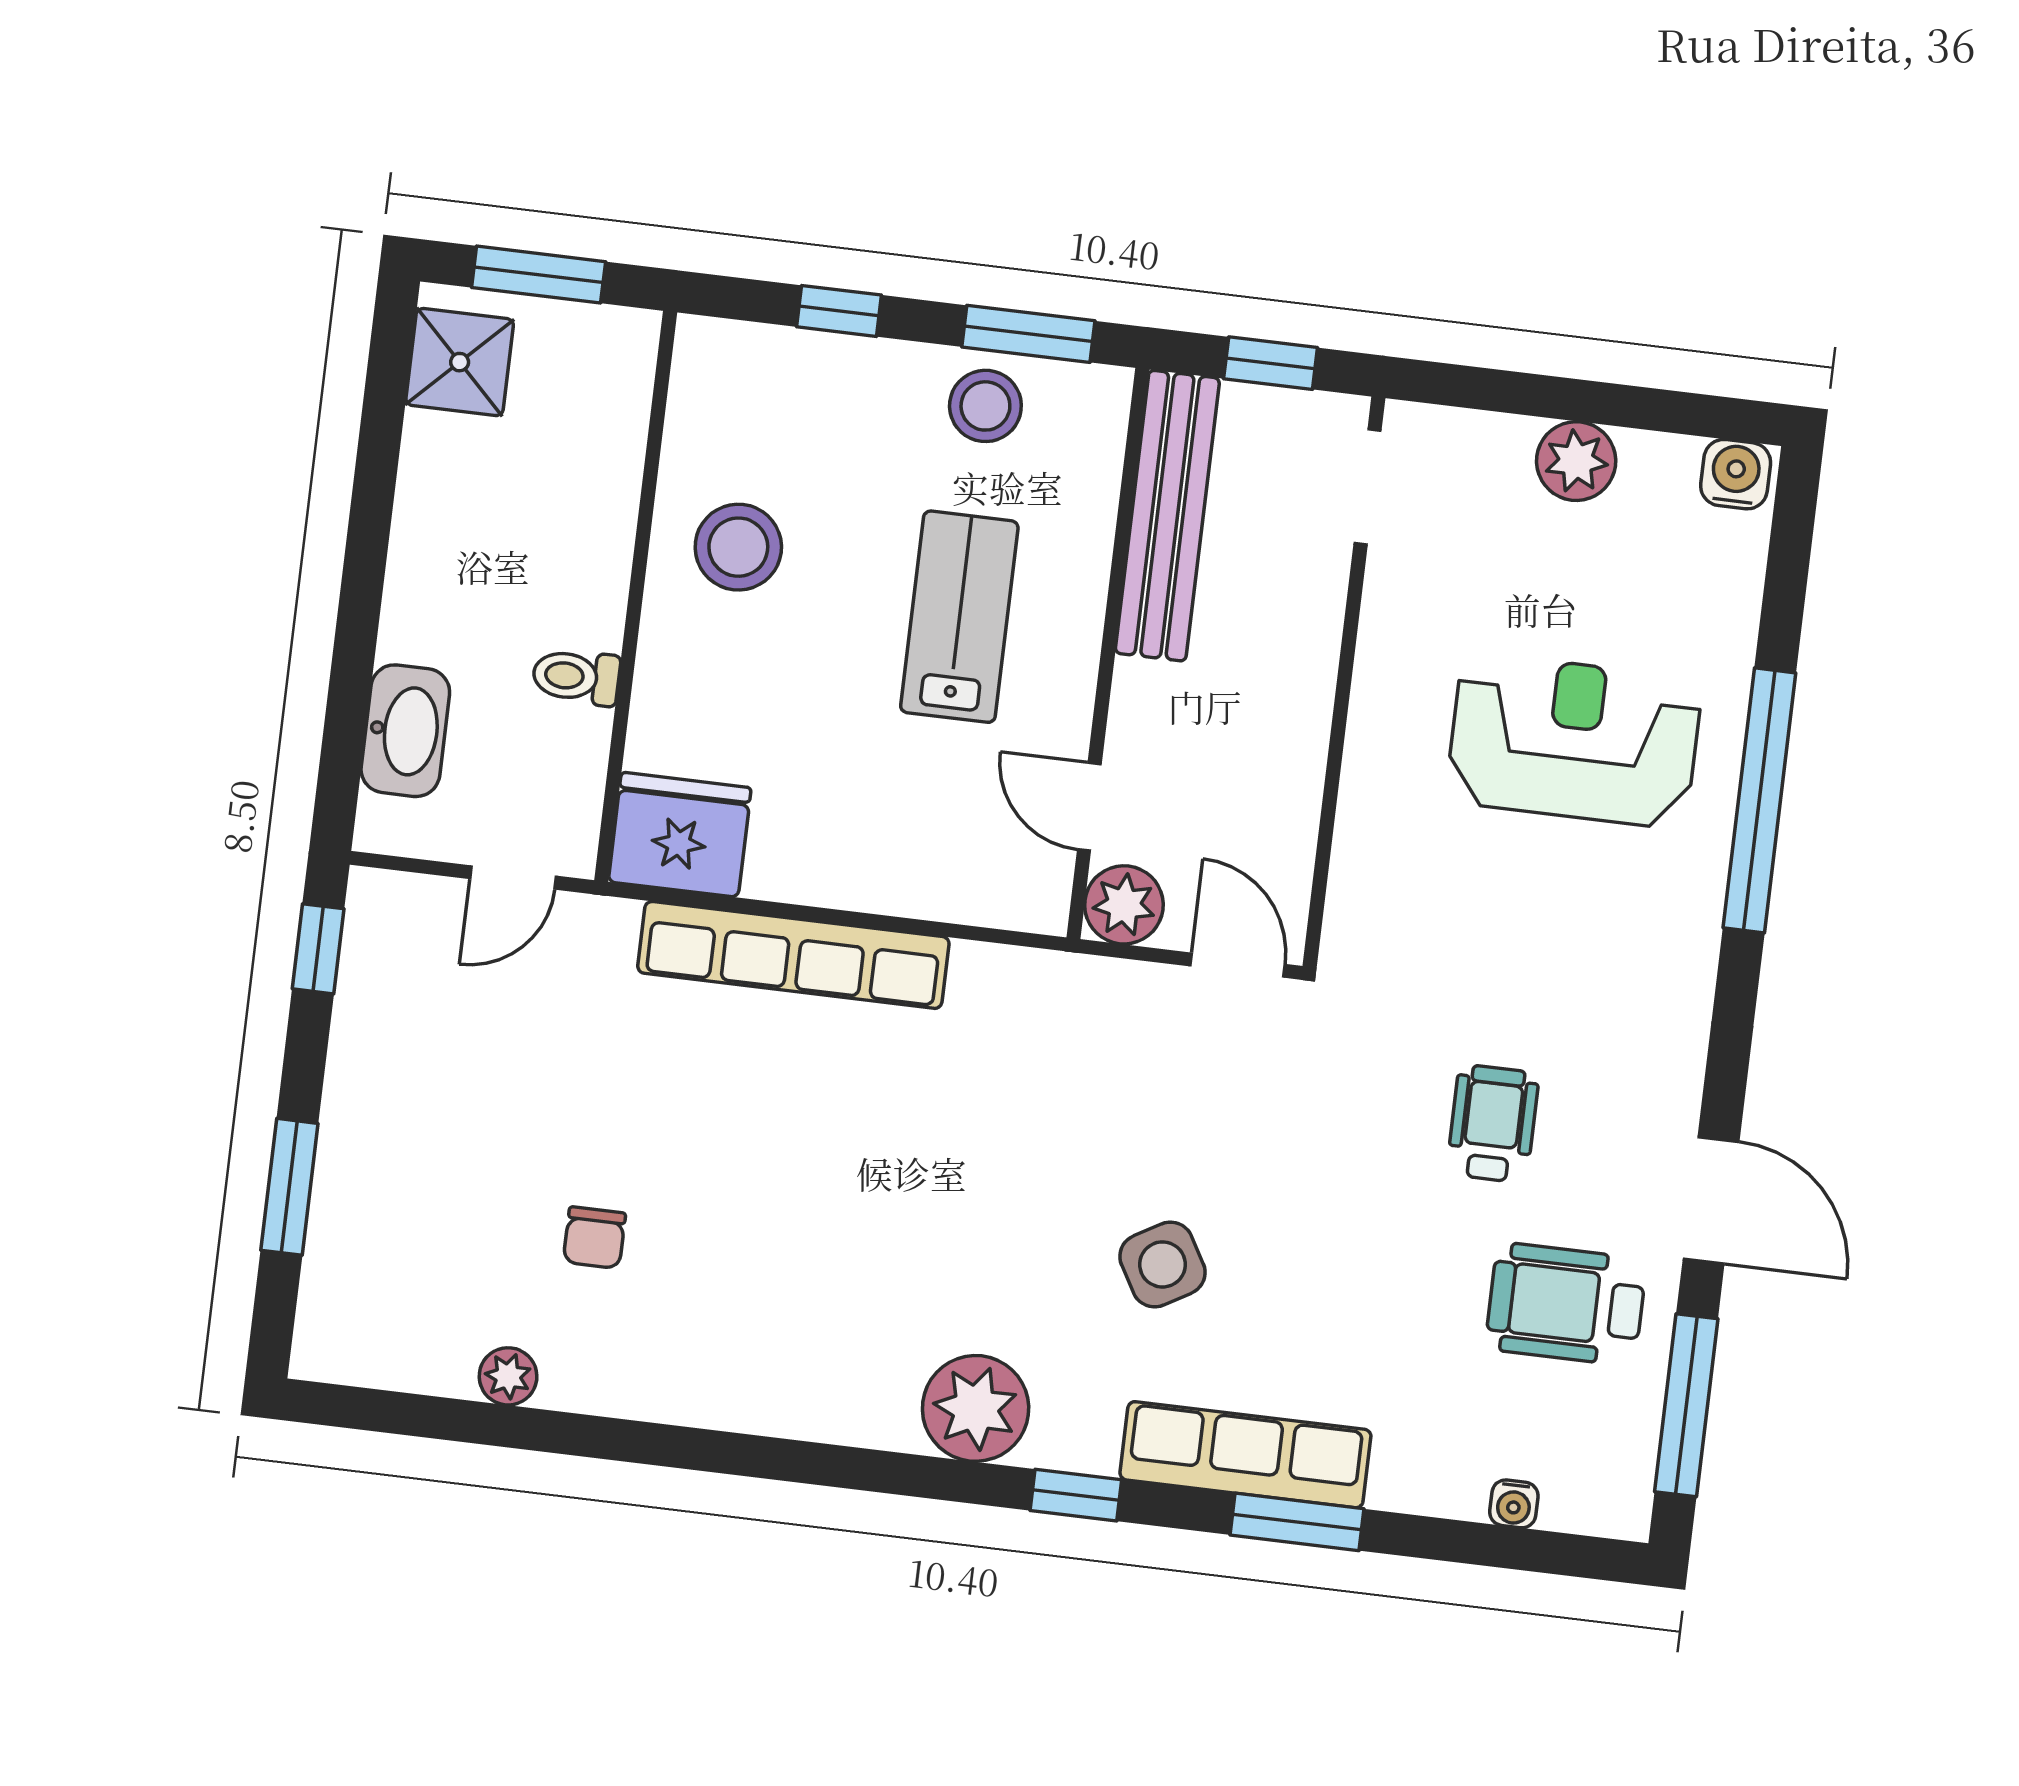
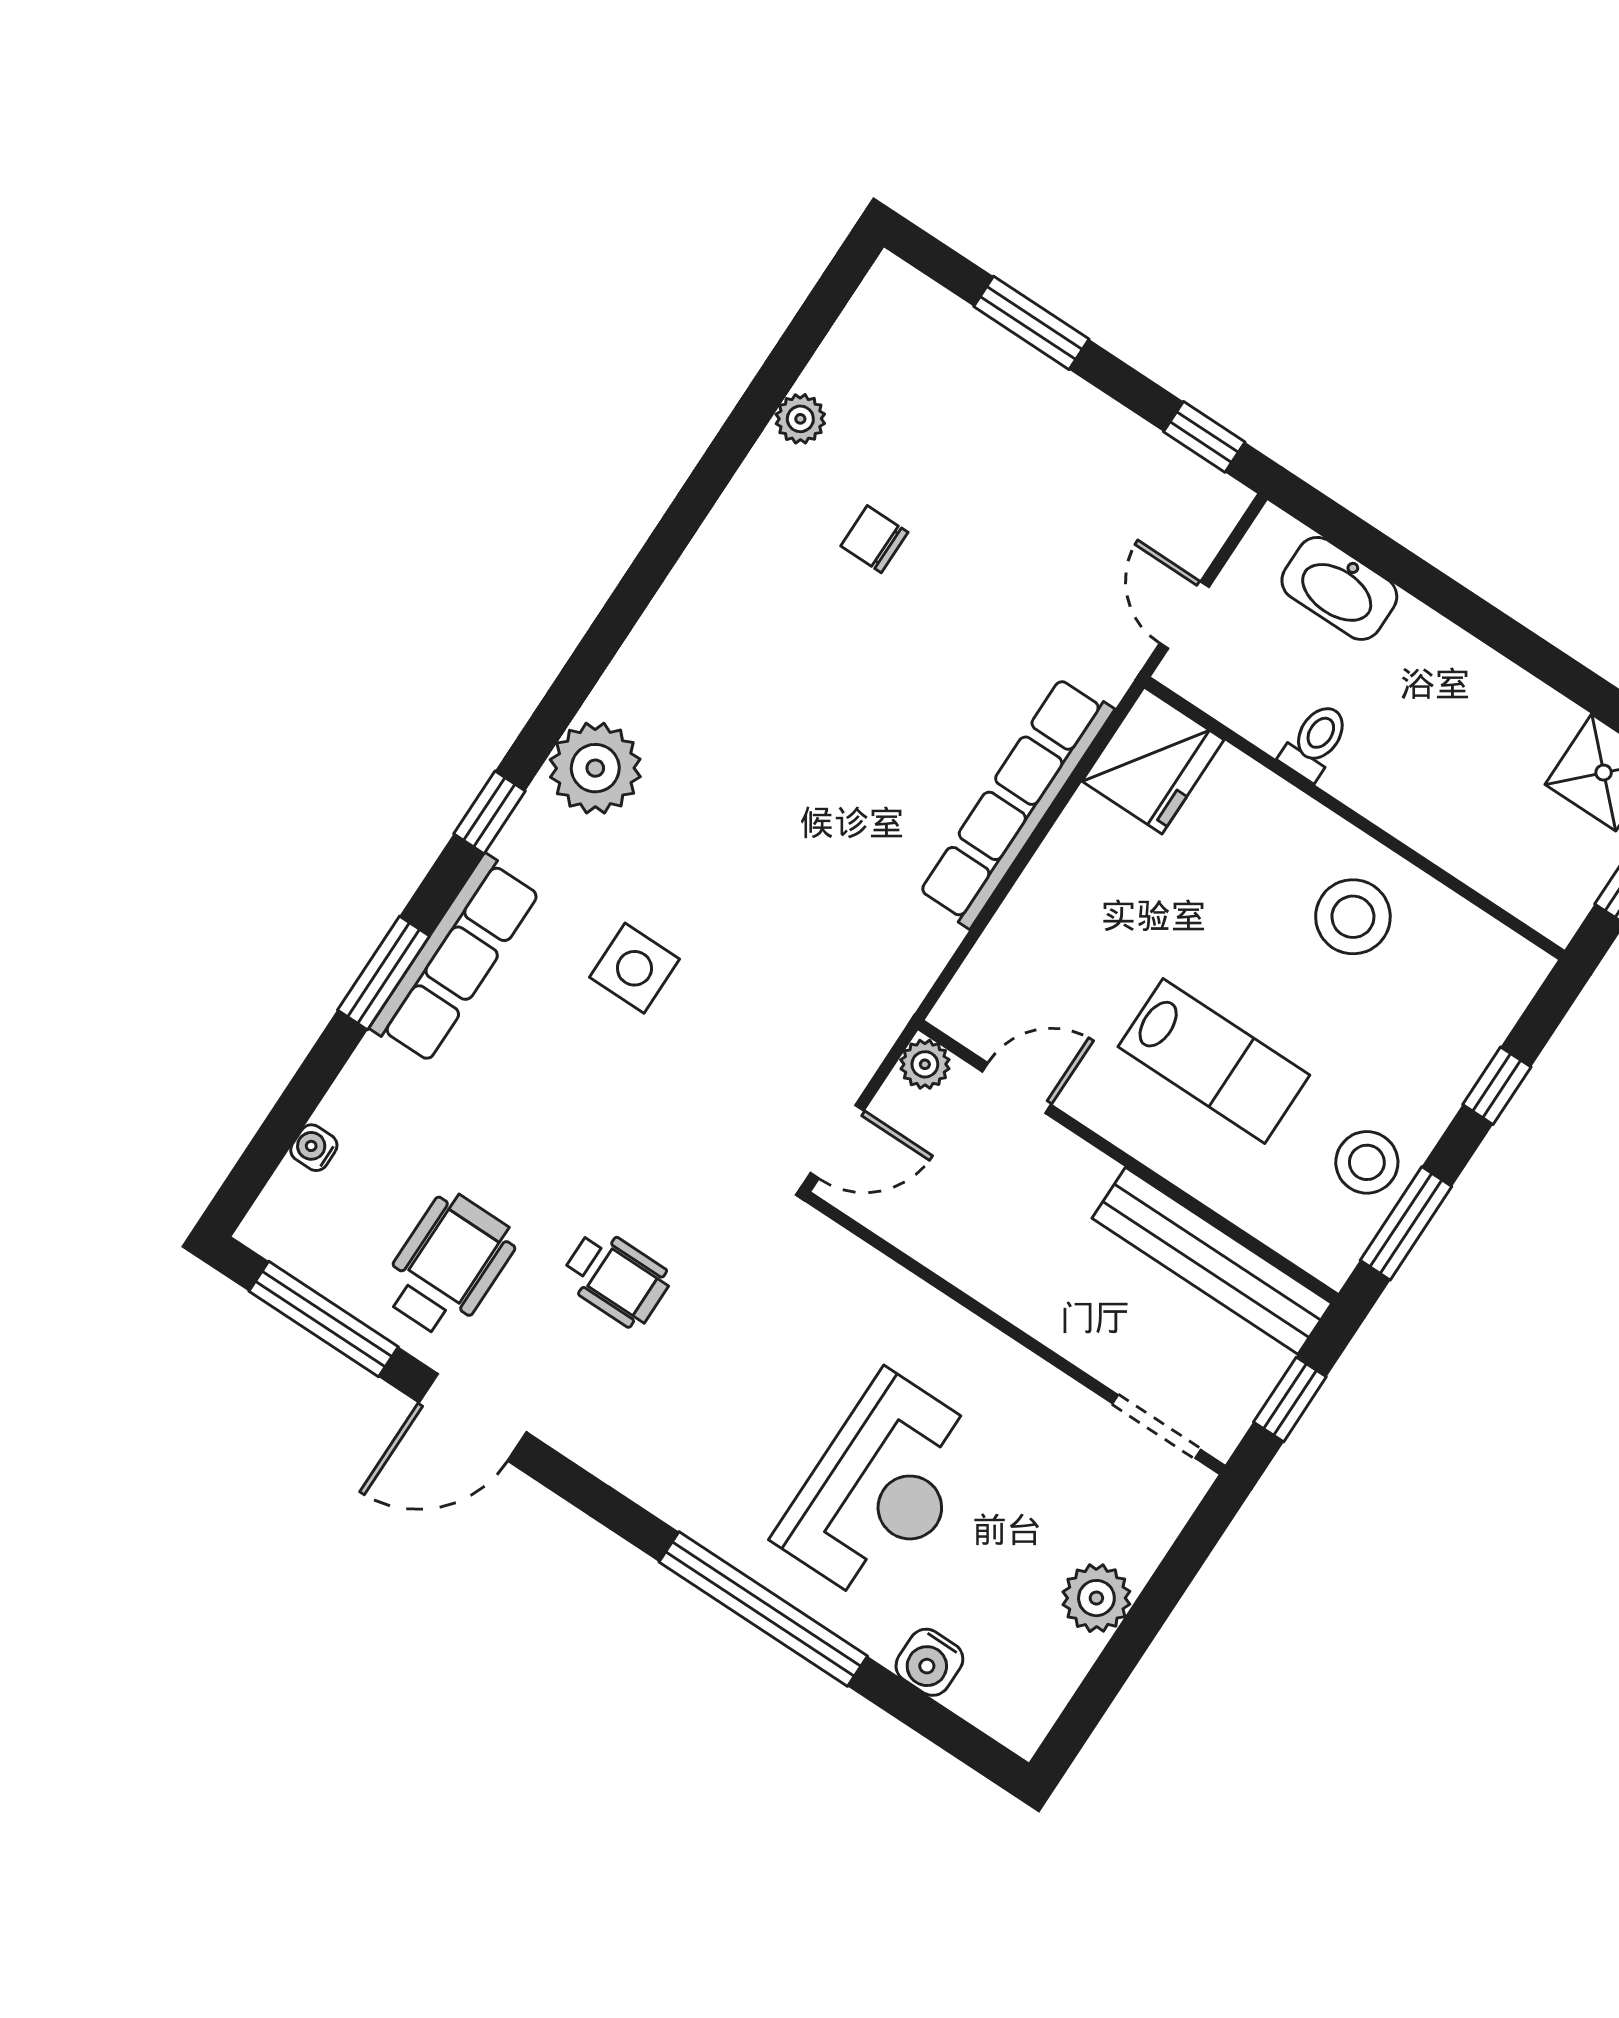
water cooler: (1736, 474) -> (929, 1662), moved, turned 90
plant: (1124, 905) -> (925, 1064), width x0.73, depth x0.73
side table: (1162, 1264) -> (634, 968), turned 30

